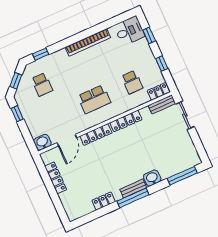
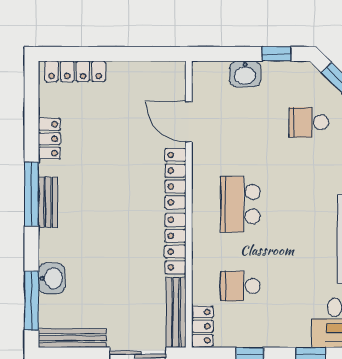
bench: (162, 104) -> (176, 312), width x1.36
washbasin: (42, 142) -> (245, 74), moved, turned 90
bench: (191, 149) -> (72, 338), added
locker: (56, 178) -> (75, 71), moved
washbasin: (152, 178) -> (52, 278), moved

